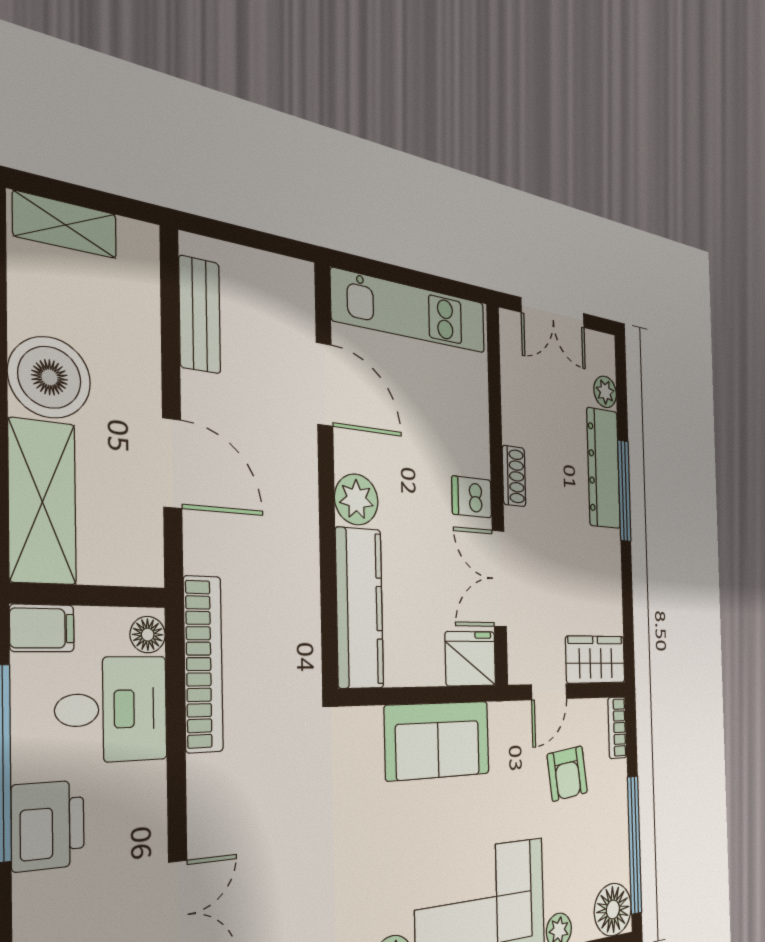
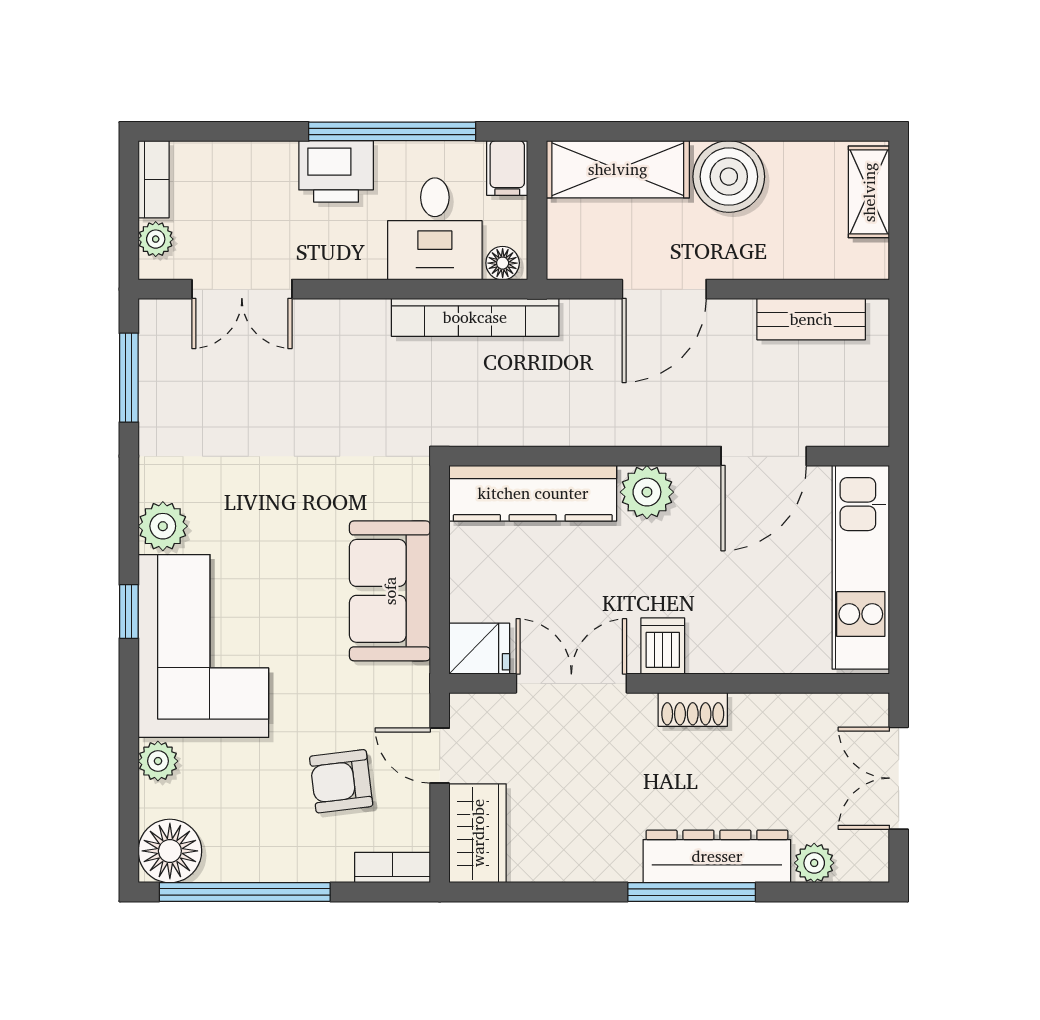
fridge: (471, 659) -> (479, 649), width x0.72

